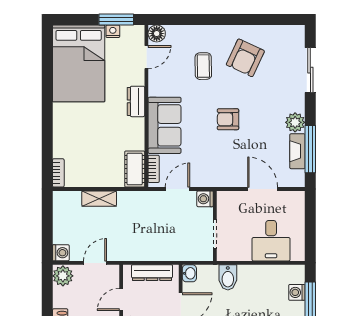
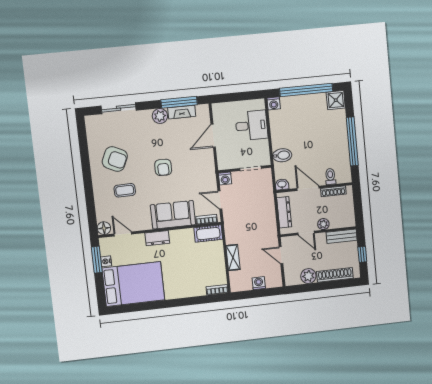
washing machine: (61, 253) -> (259, 283), moved
plant: (63, 276) -> (308, 276), moved
washing machine: (297, 292) -> (274, 103), moved

